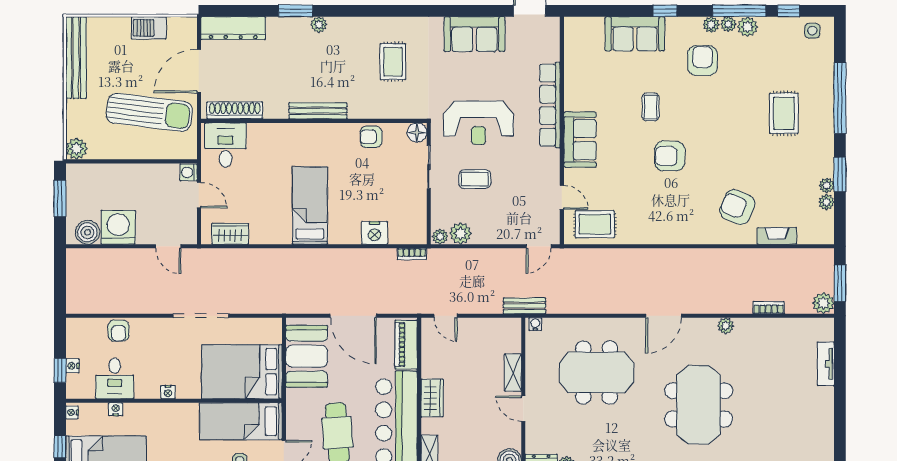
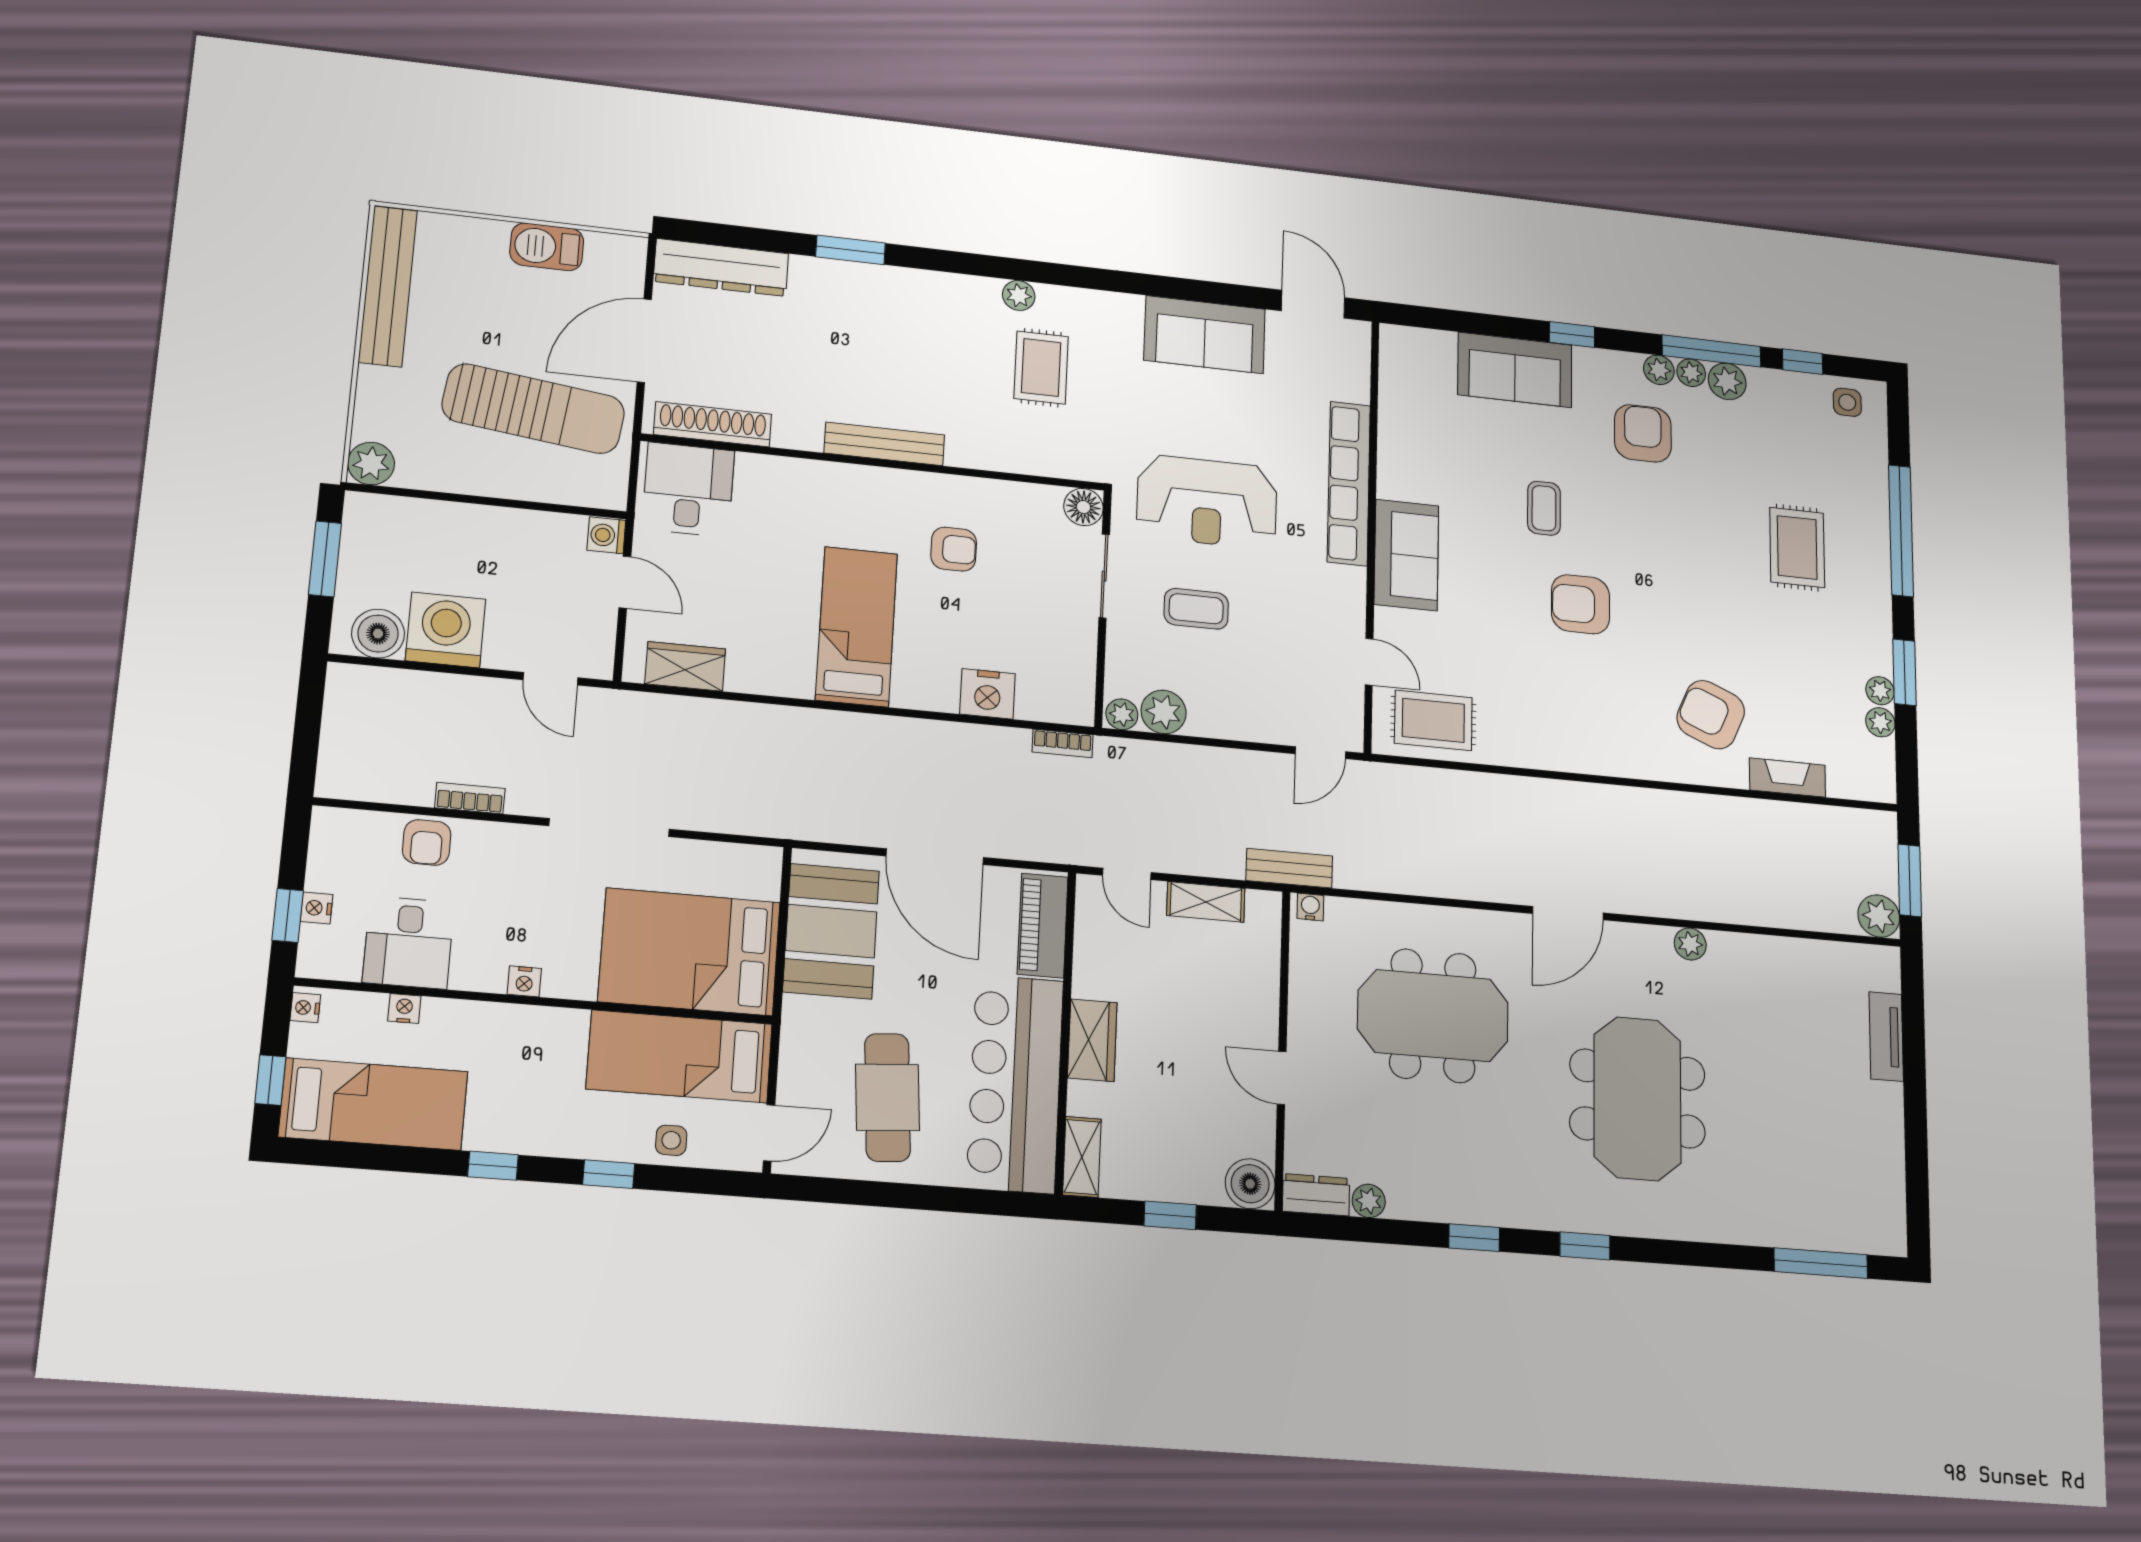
plant: (319, 25) -> (1019, 295), moved
armchair: (371, 137) -> (954, 549), moved, turned 180
bookcase: (769, 308) -> (470, 798), moved
shelving: (513, 373) -> (1206, 902), moved, turned 90

